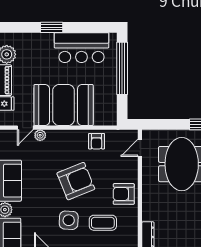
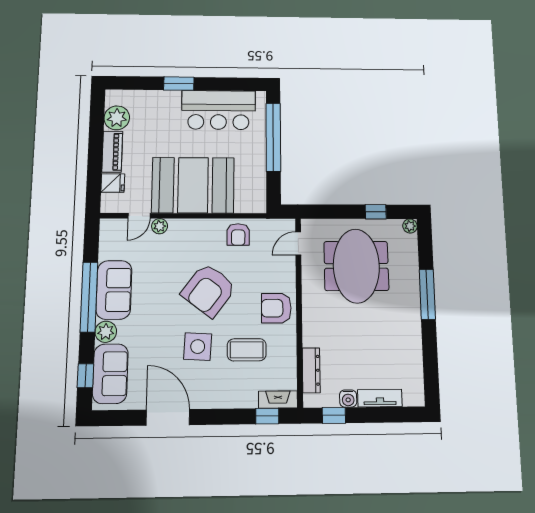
armchair: (76, 181) -> (209, 290), turned 149

